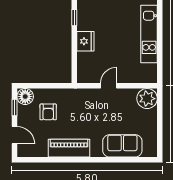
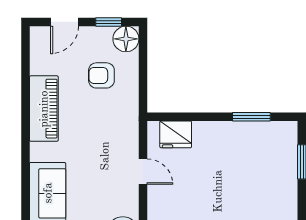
window: (74, 18) -> (251, 117), width x1.50
fridge: (85, 41) -> (176, 134), moved

